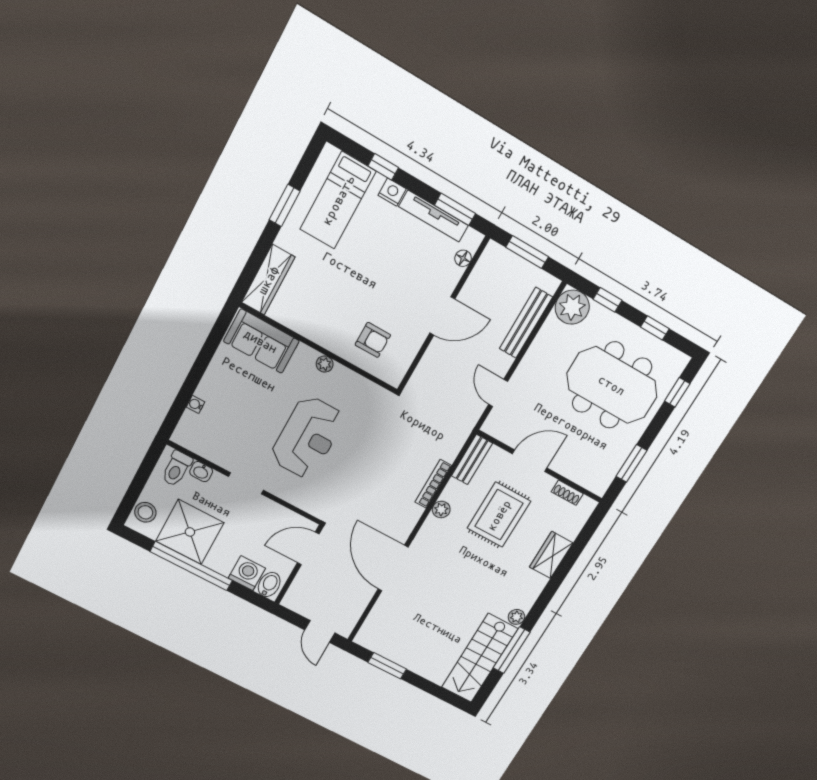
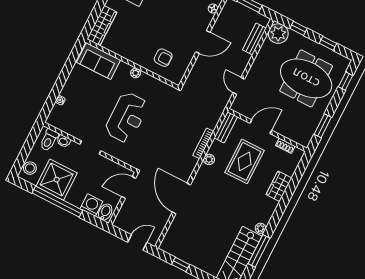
bench: (526, 323) -> (254, 39), width x0.73
door: (320, 631) -> (137, 242), swing flipped
window: (387, 666) -> (181, 264), width x0.67

